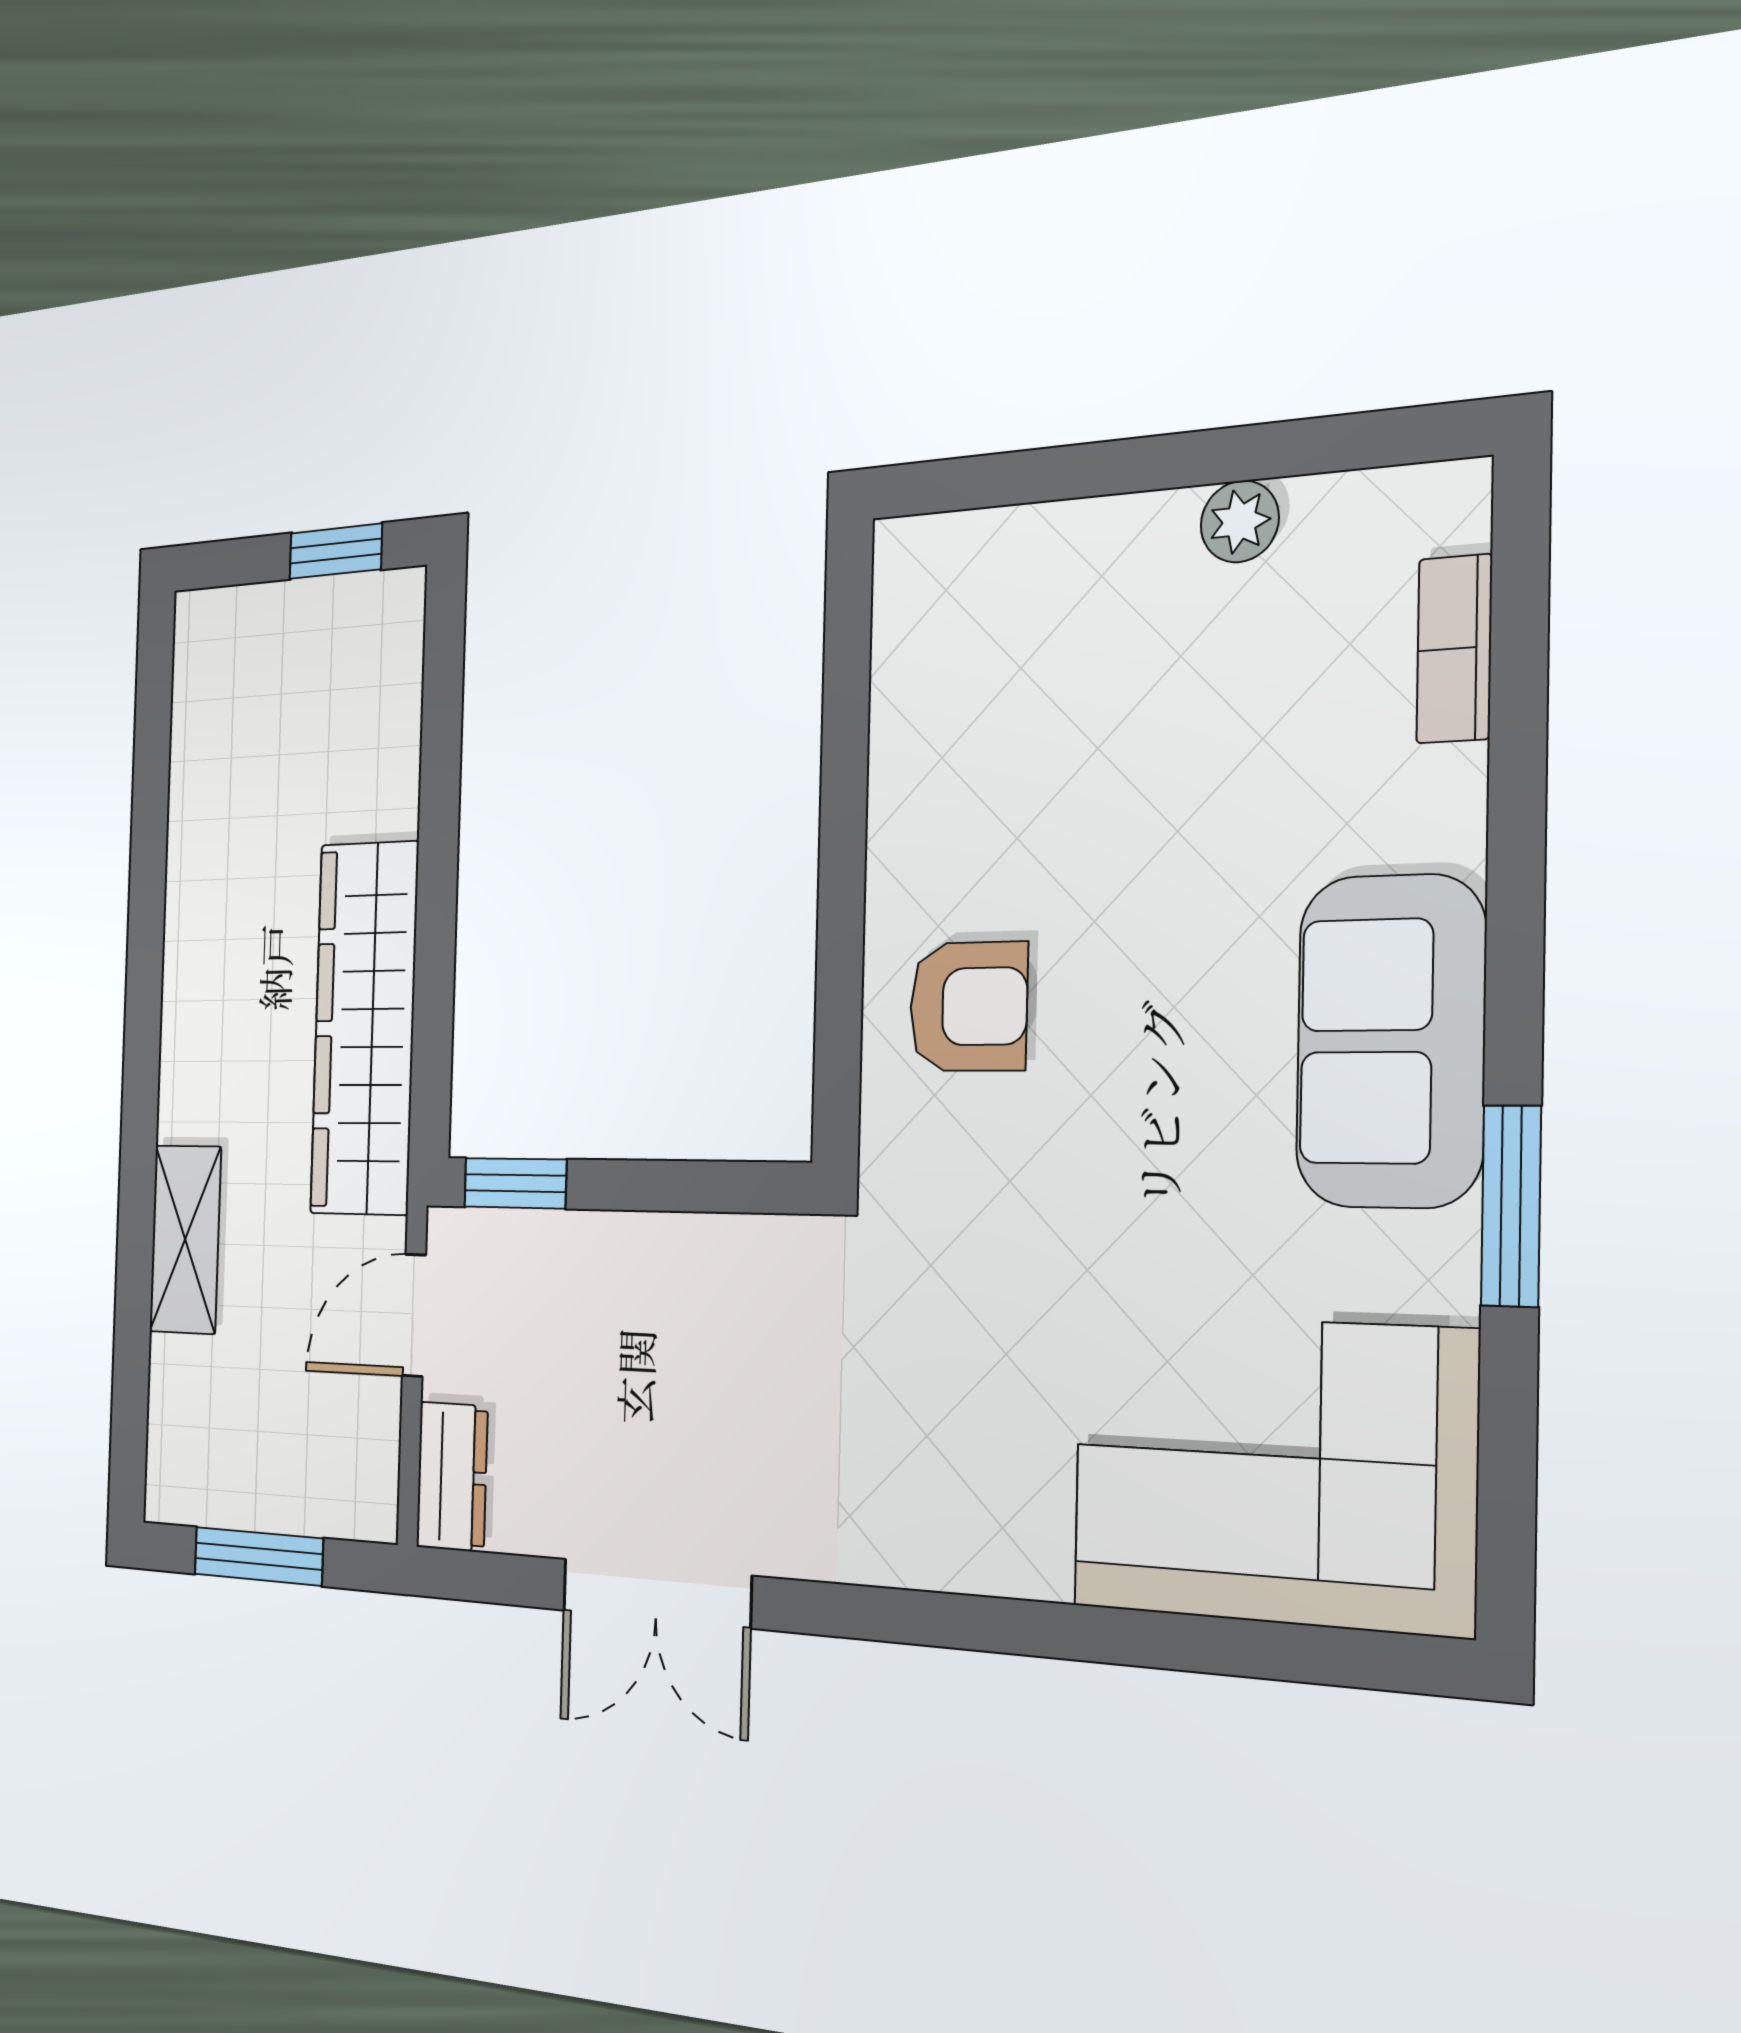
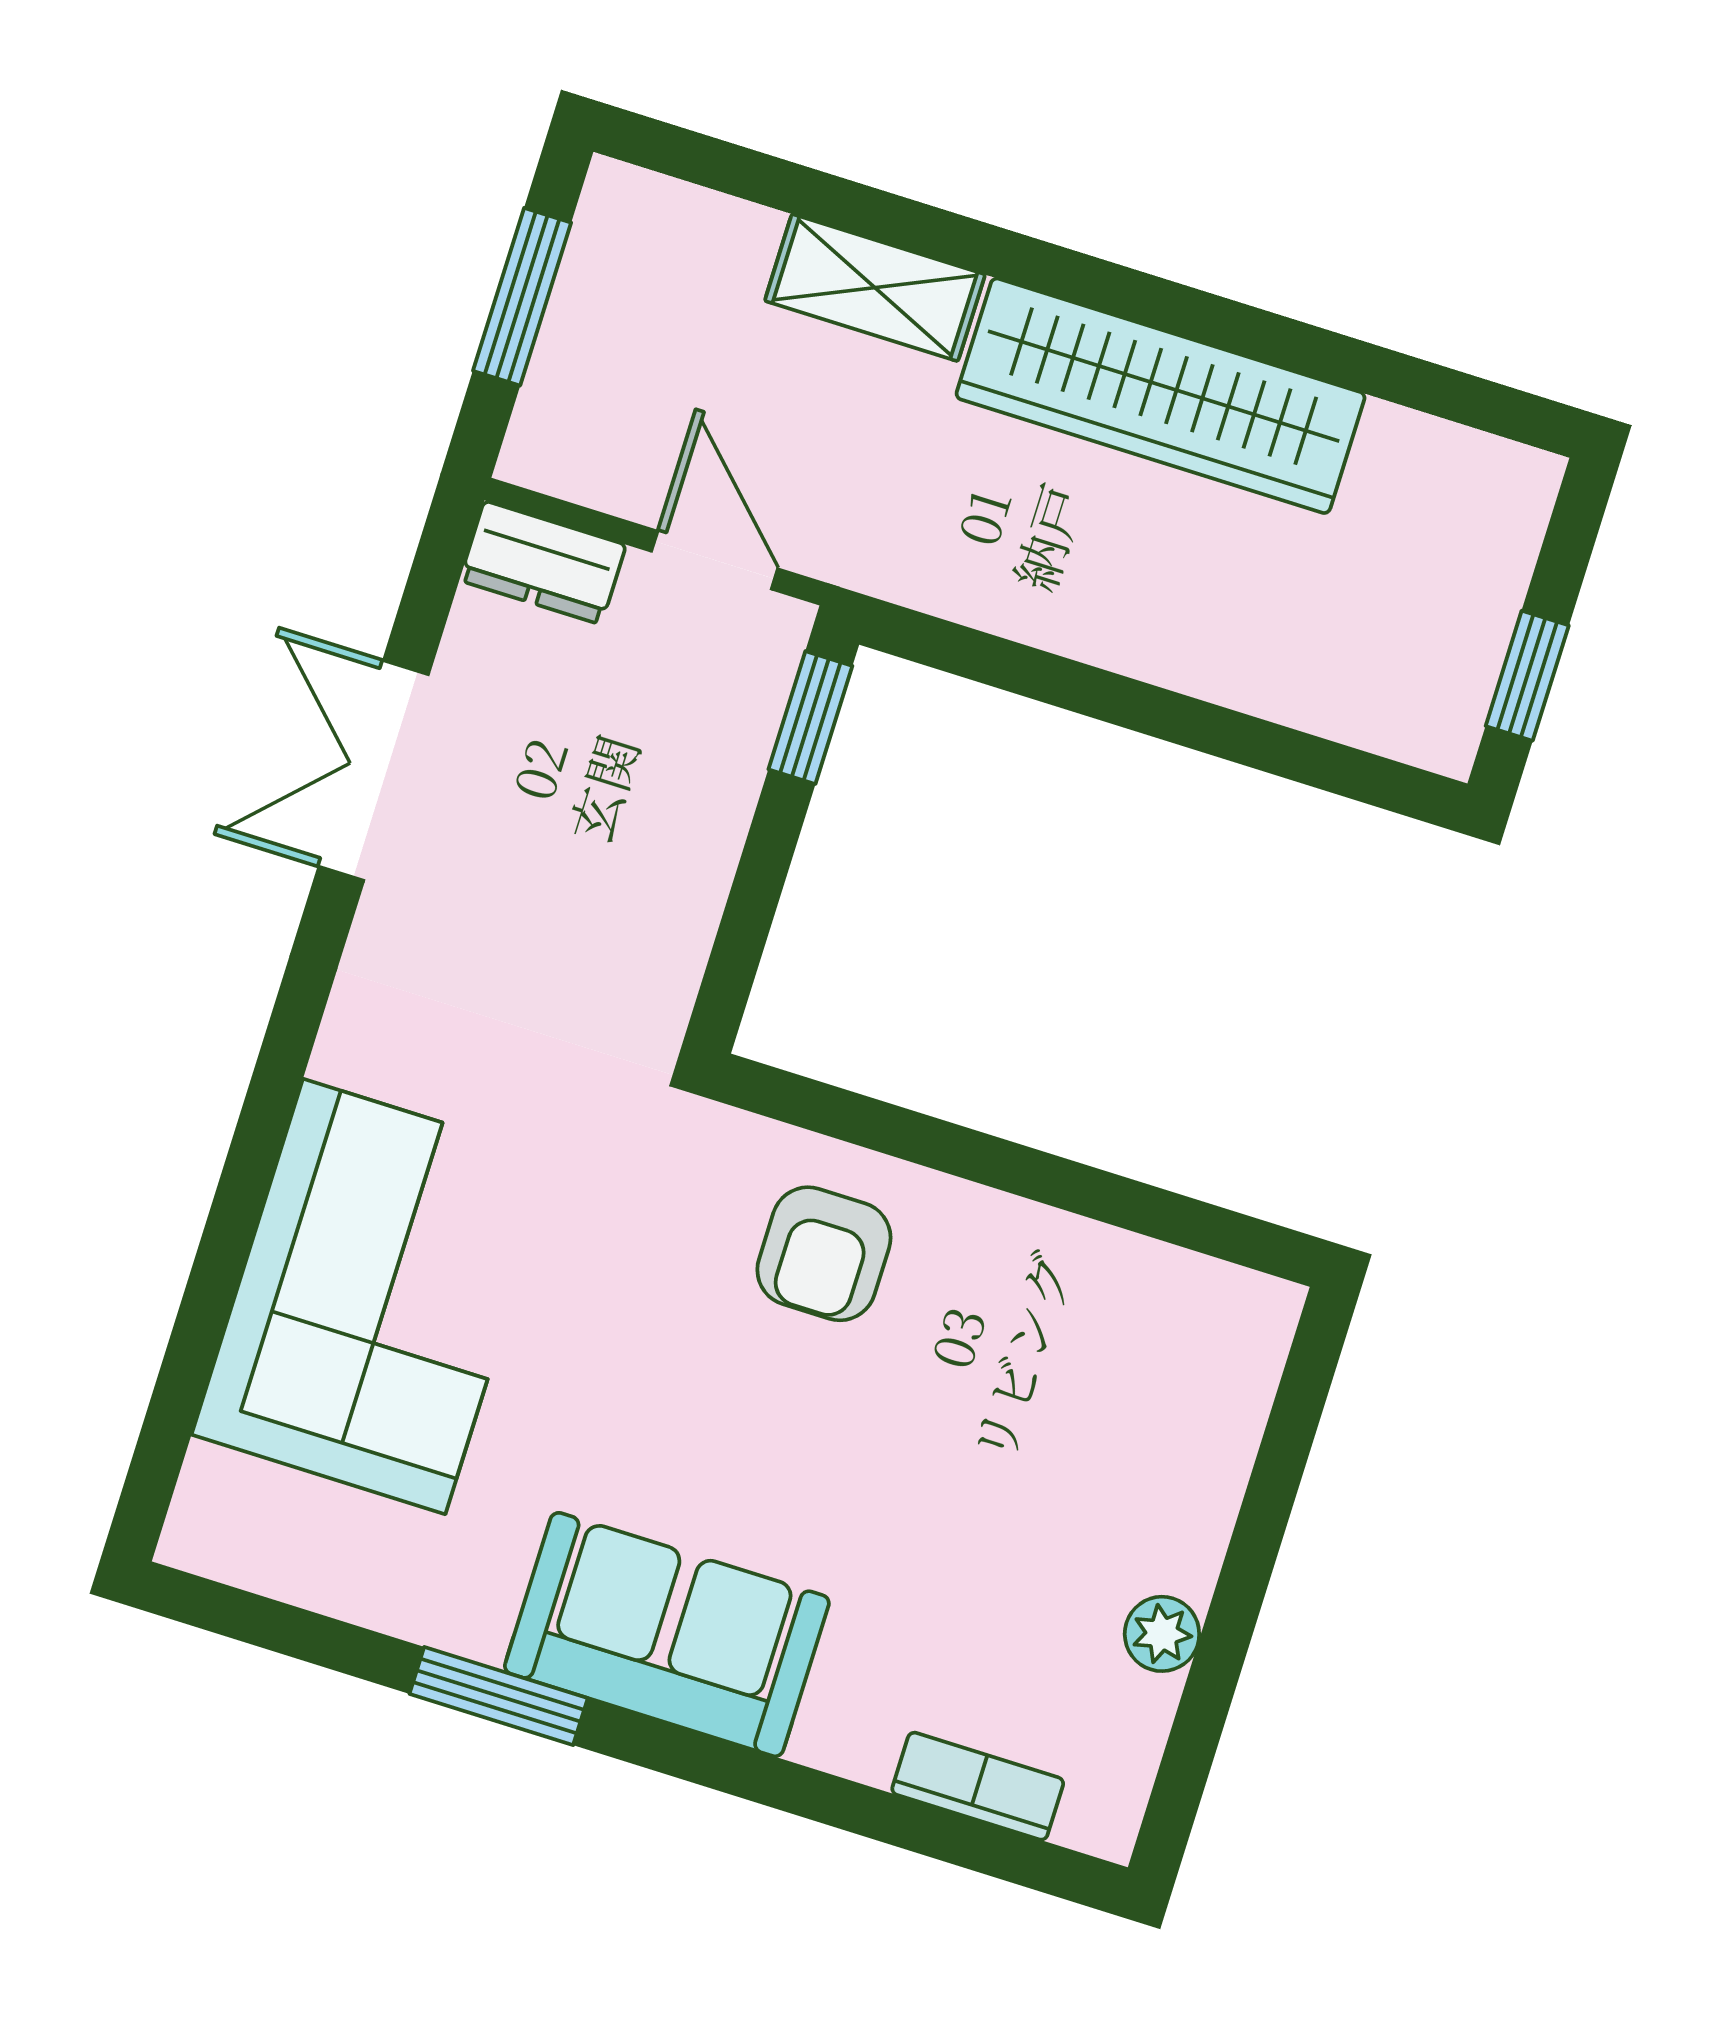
wardrobe: (364, 1028) -> (1161, 396), moved, turned 180
corner sofa: (1271, 1471) -> (374, 1297), moved

